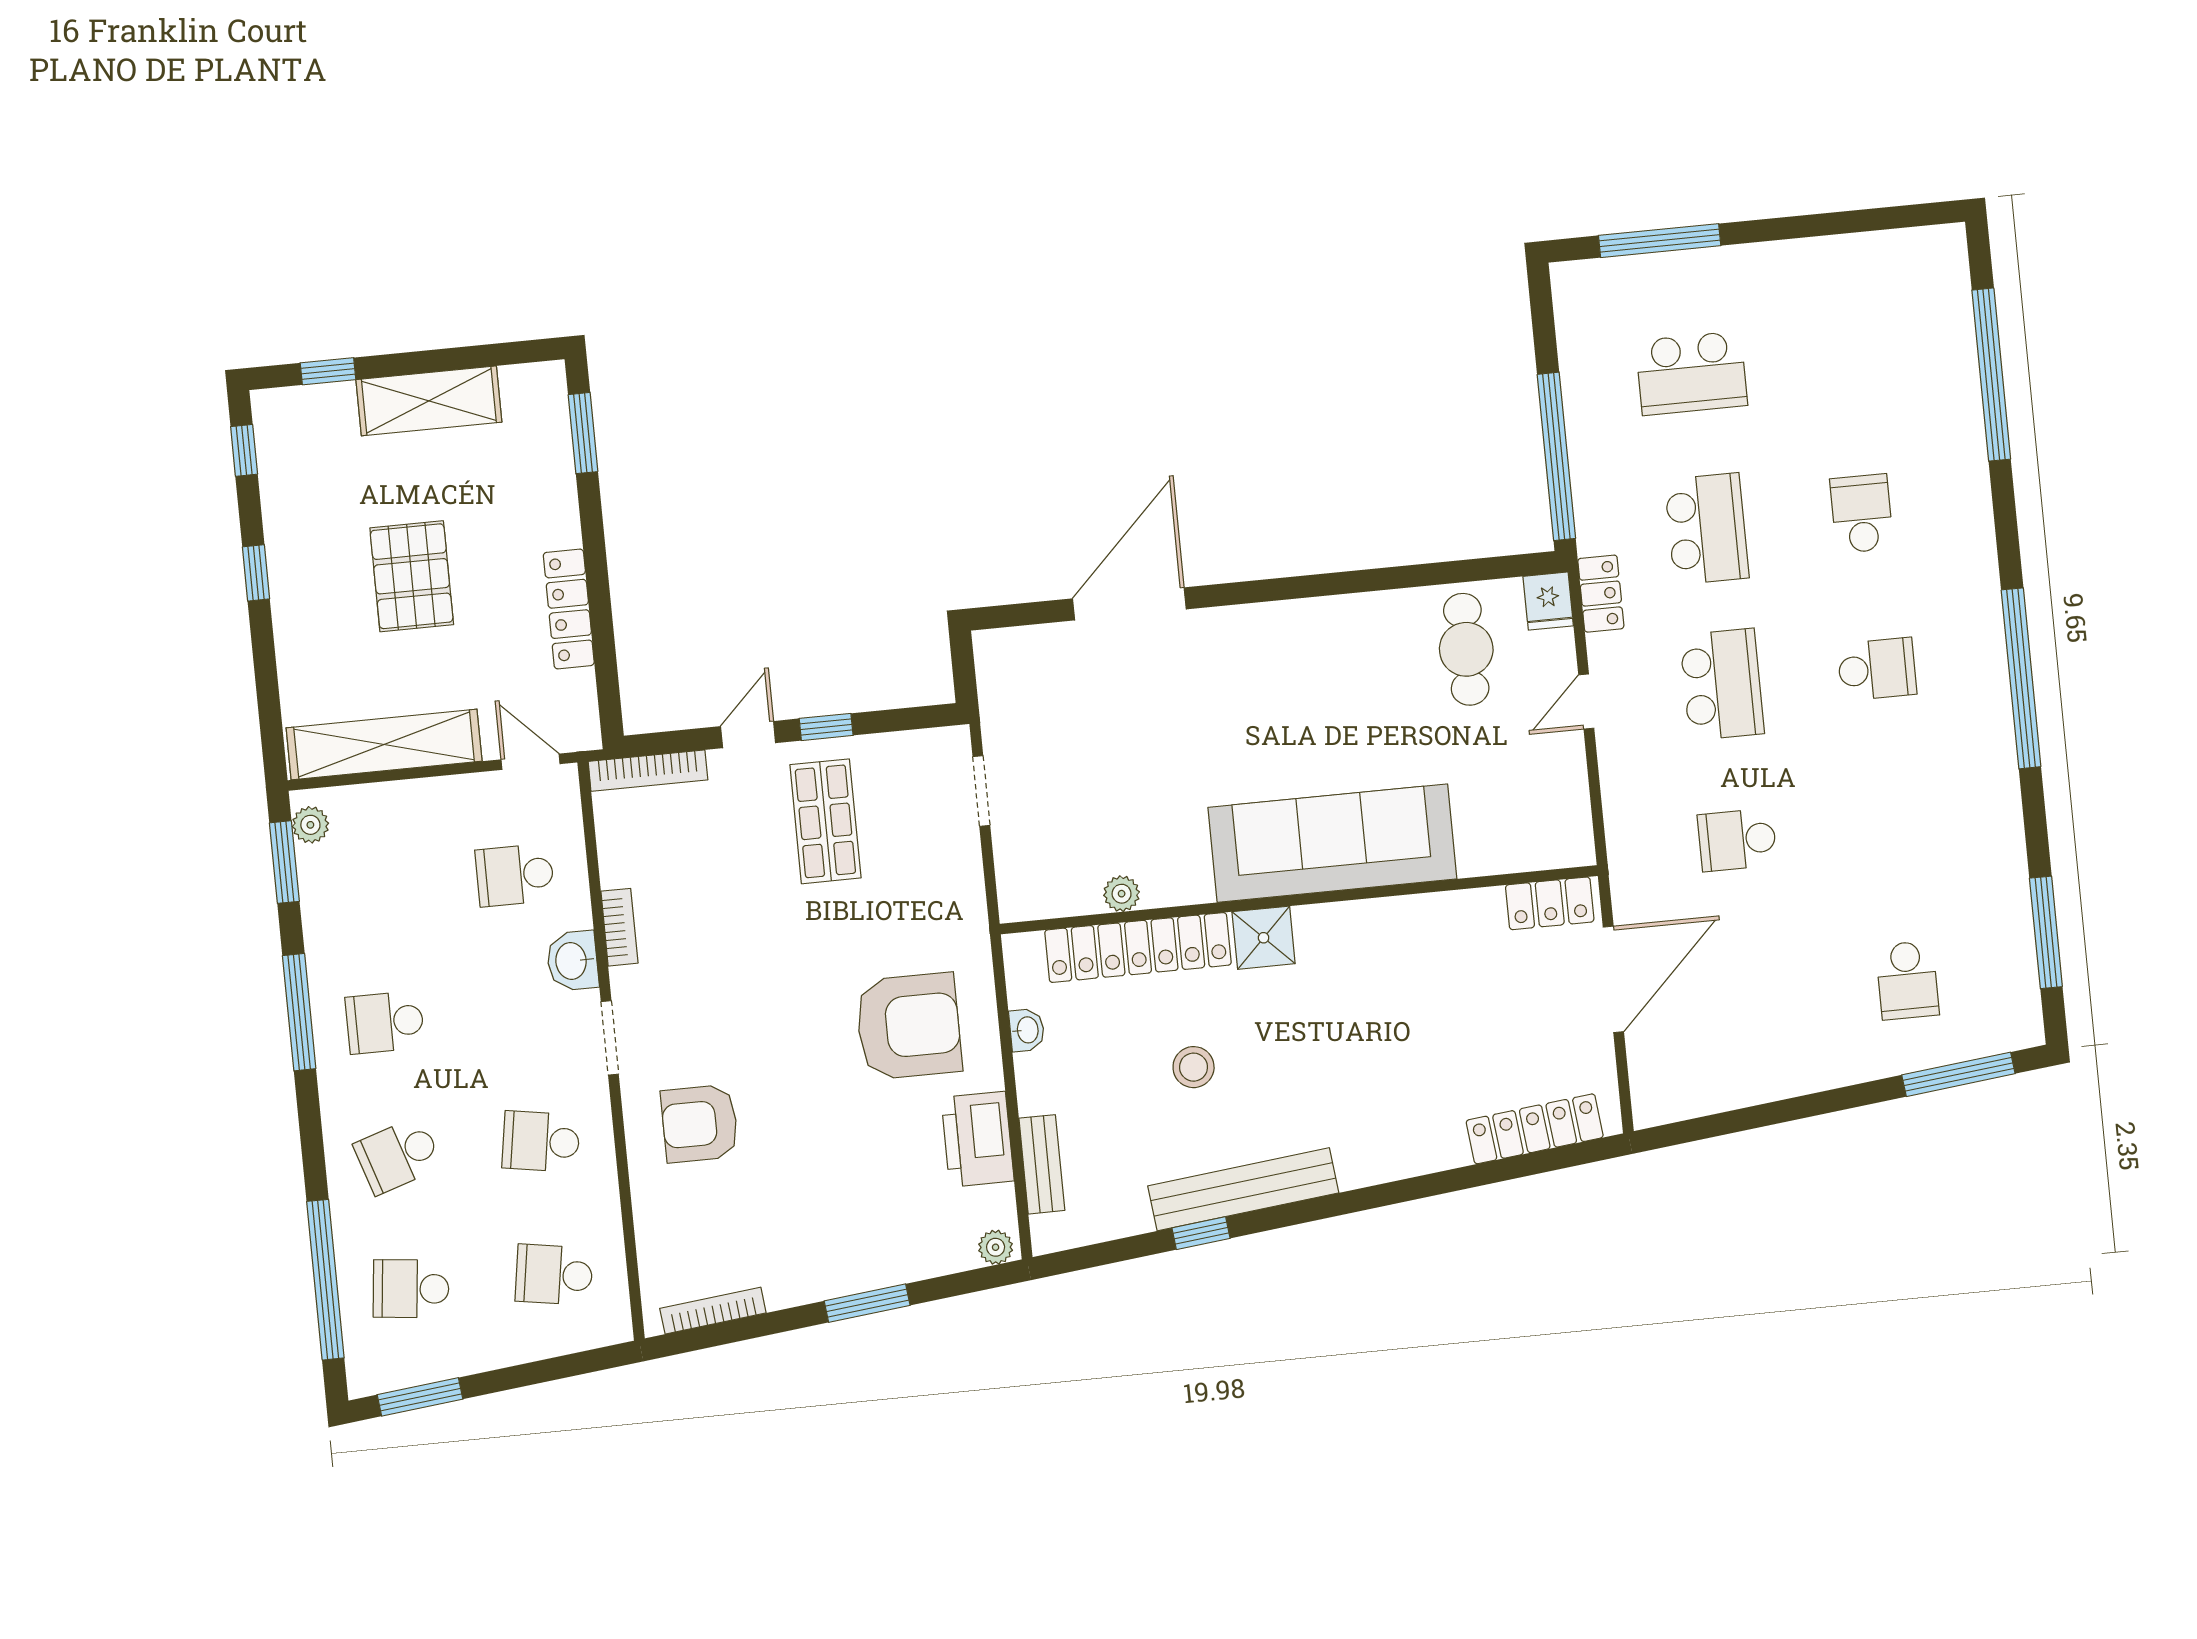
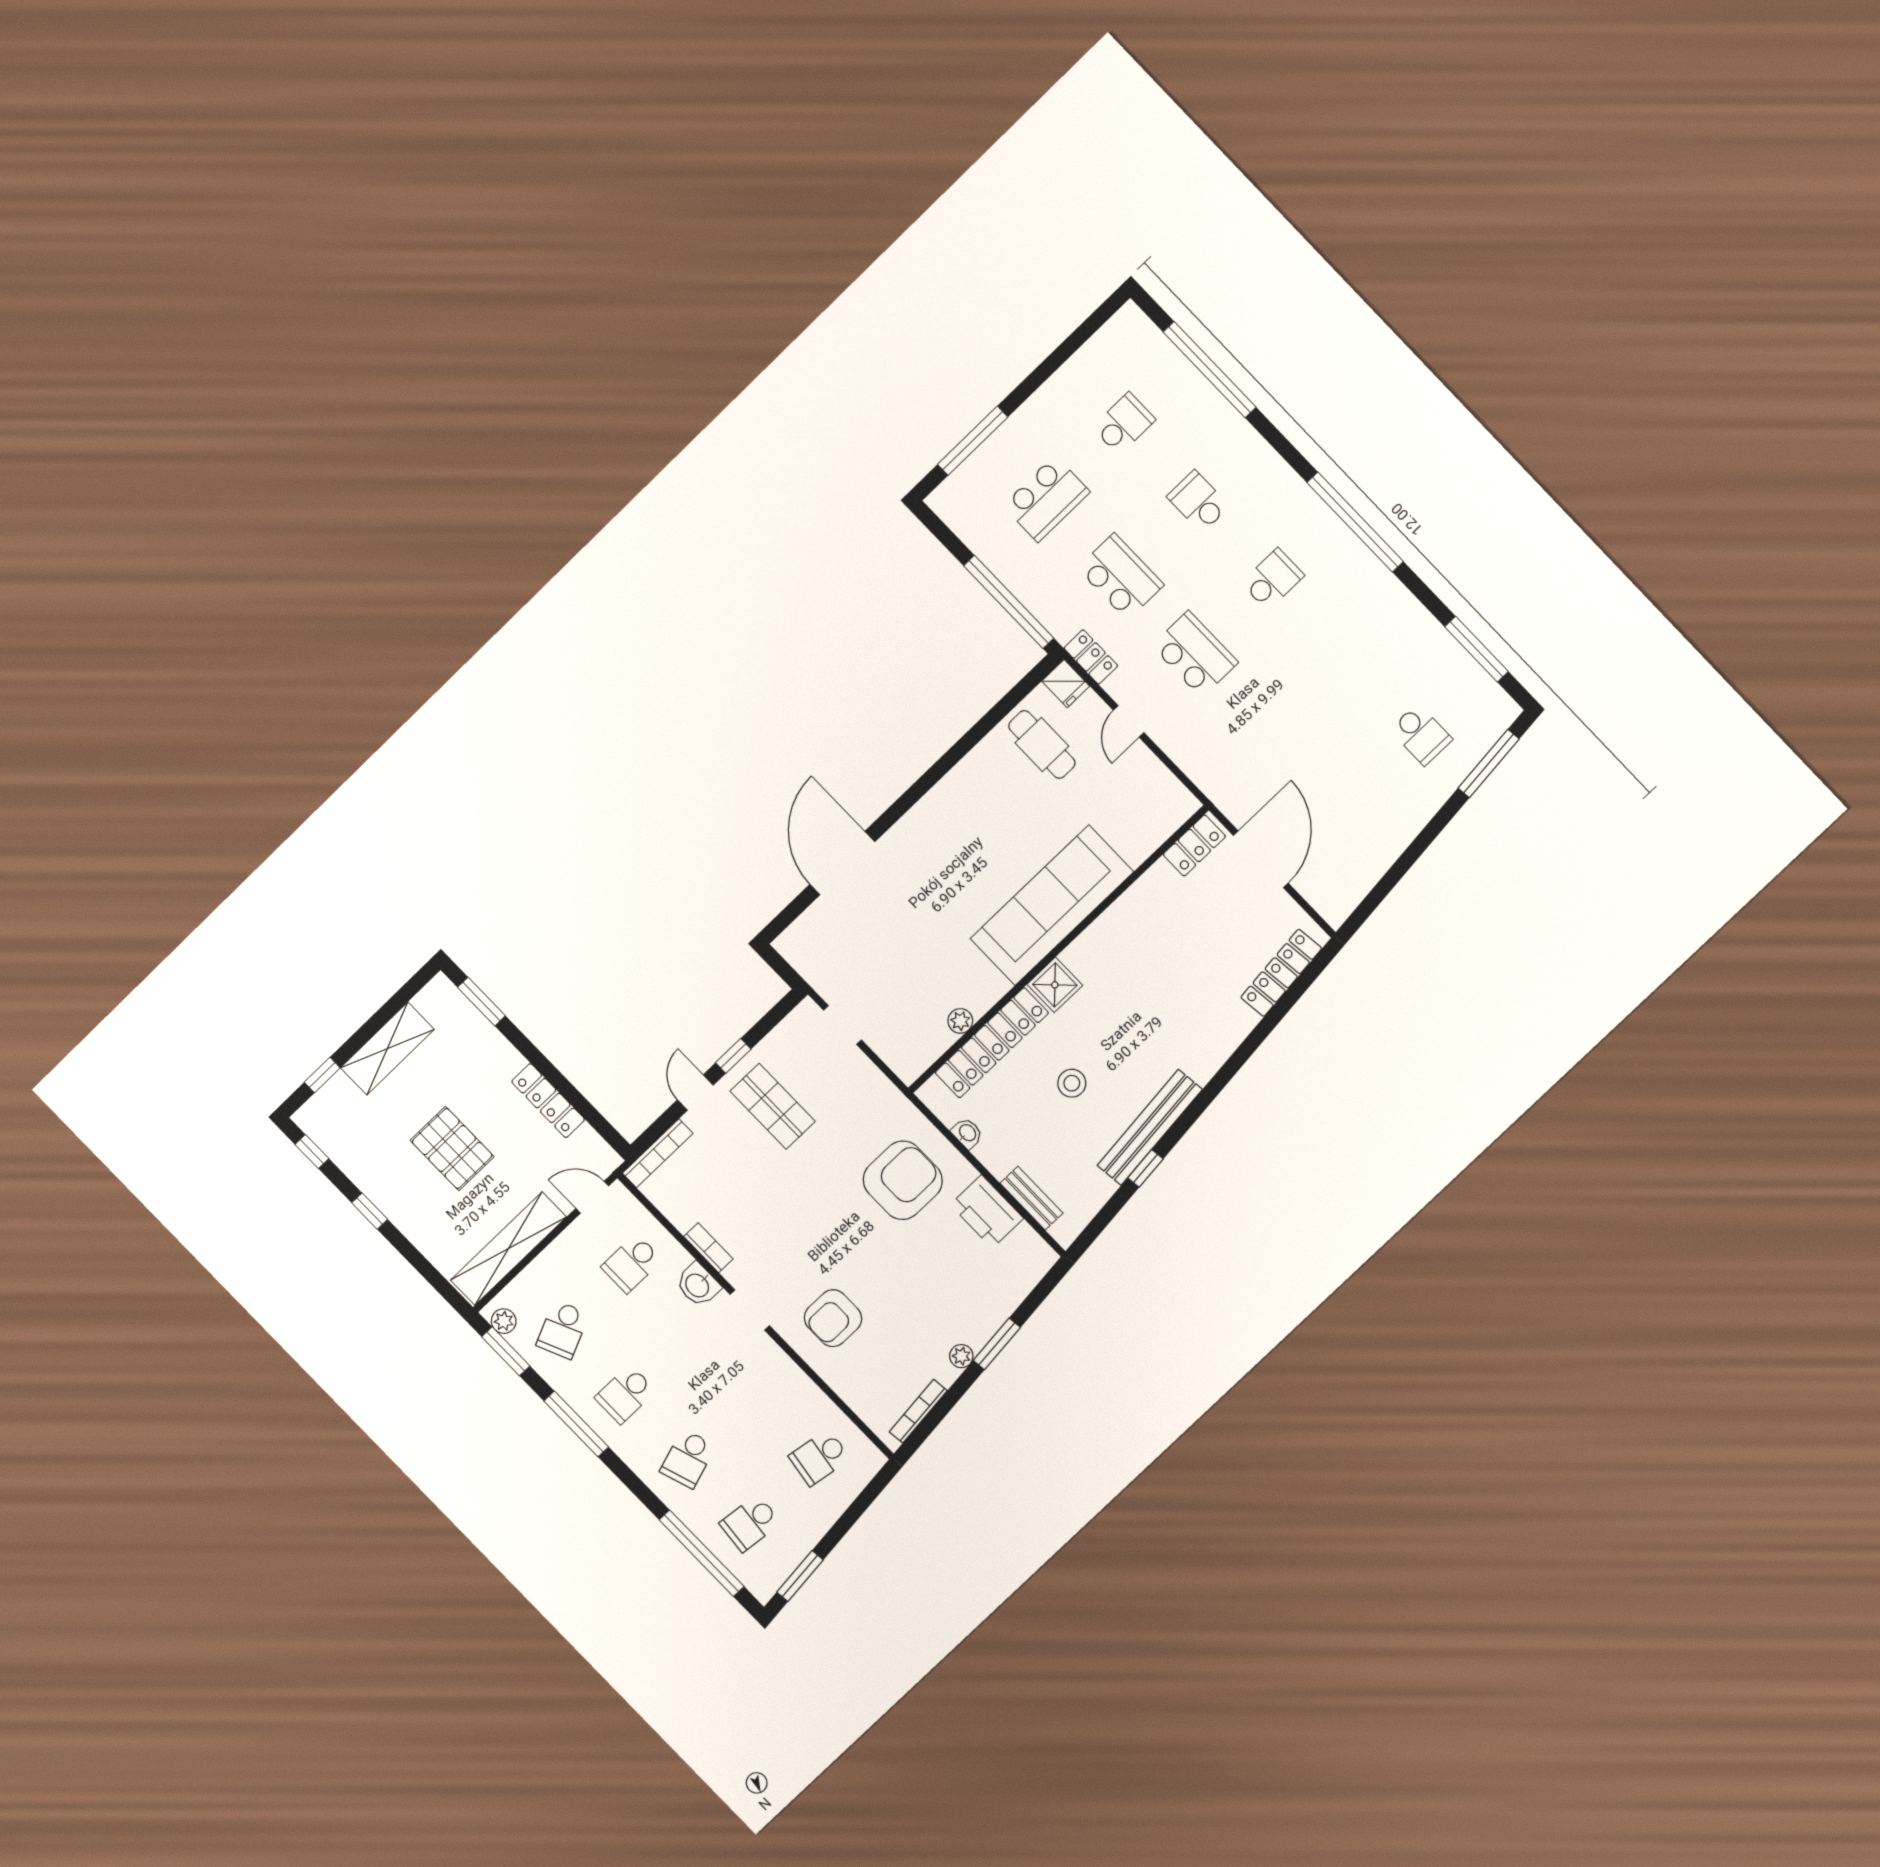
school desk: (1737, 840) -> (1124, 424), moved, turned 180
school desk: (541, 1141) -> (563, 1330), moved, turned -33
plant: (996, 1247) -> (961, 1356), moved

